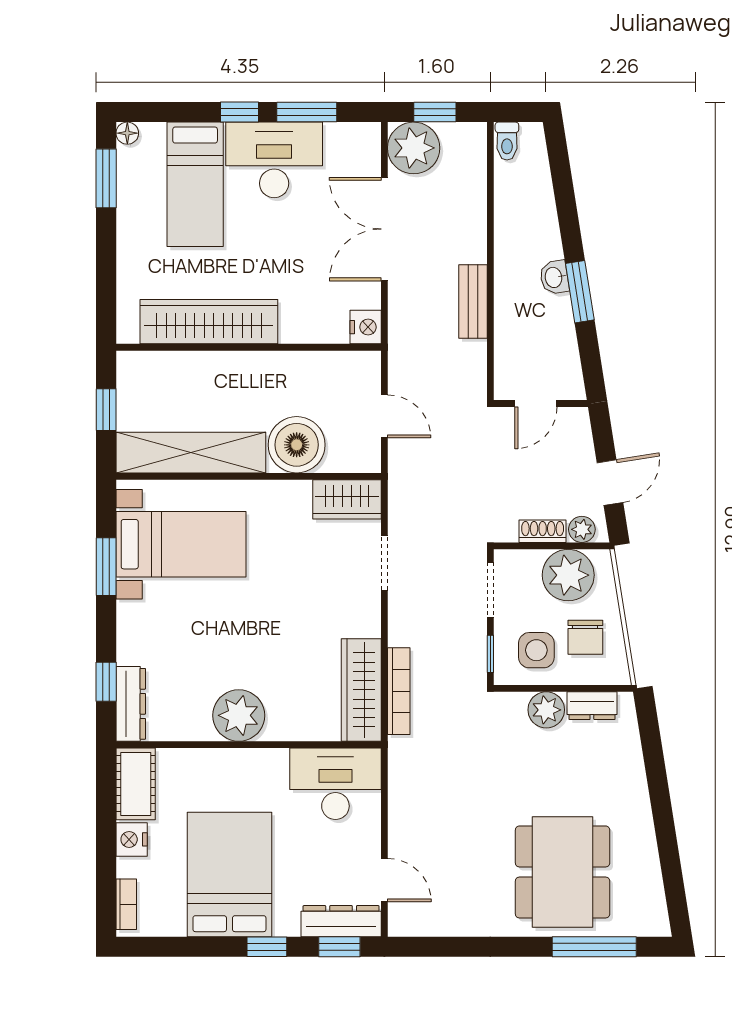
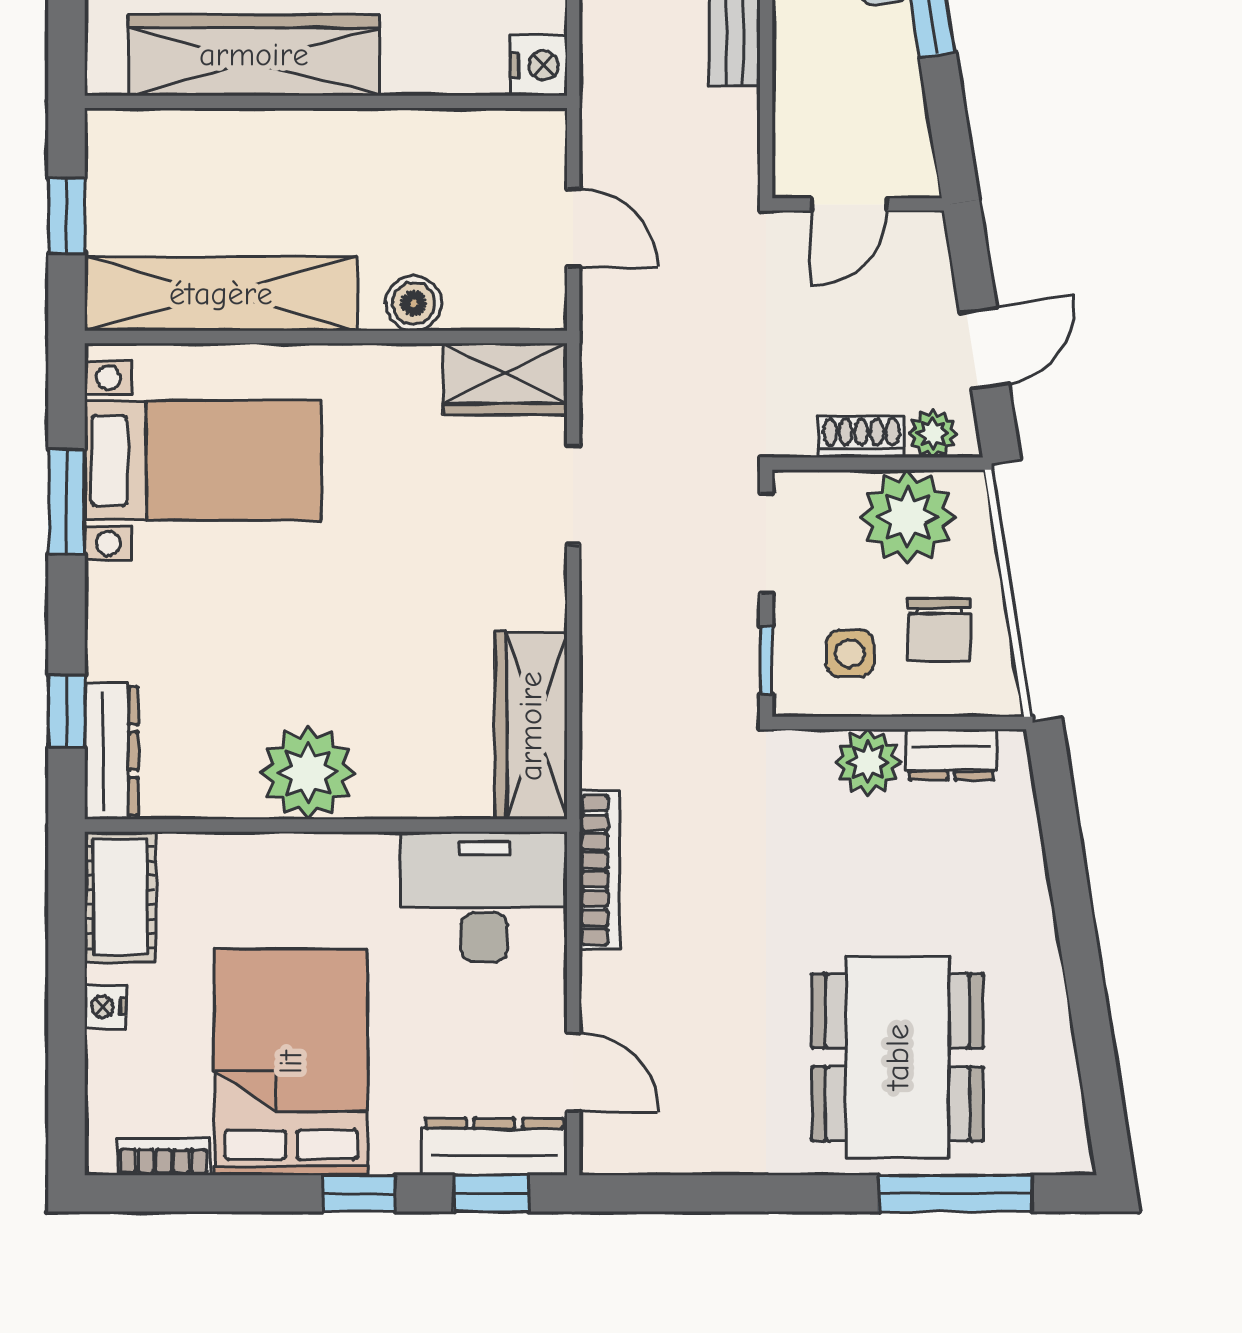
boiler: (297, 445) -> (413, 303), width x0.54, depth x0.54
side table: (536, 650) -> (850, 654), width x0.73, depth x0.73
bookcase: (399, 691) -> (599, 870), moved
nightstand: (132, 839) -> (106, 1007), width x0.72, depth x0.74
bookcase: (126, 904) -> (163, 1157), moved, turned -90

